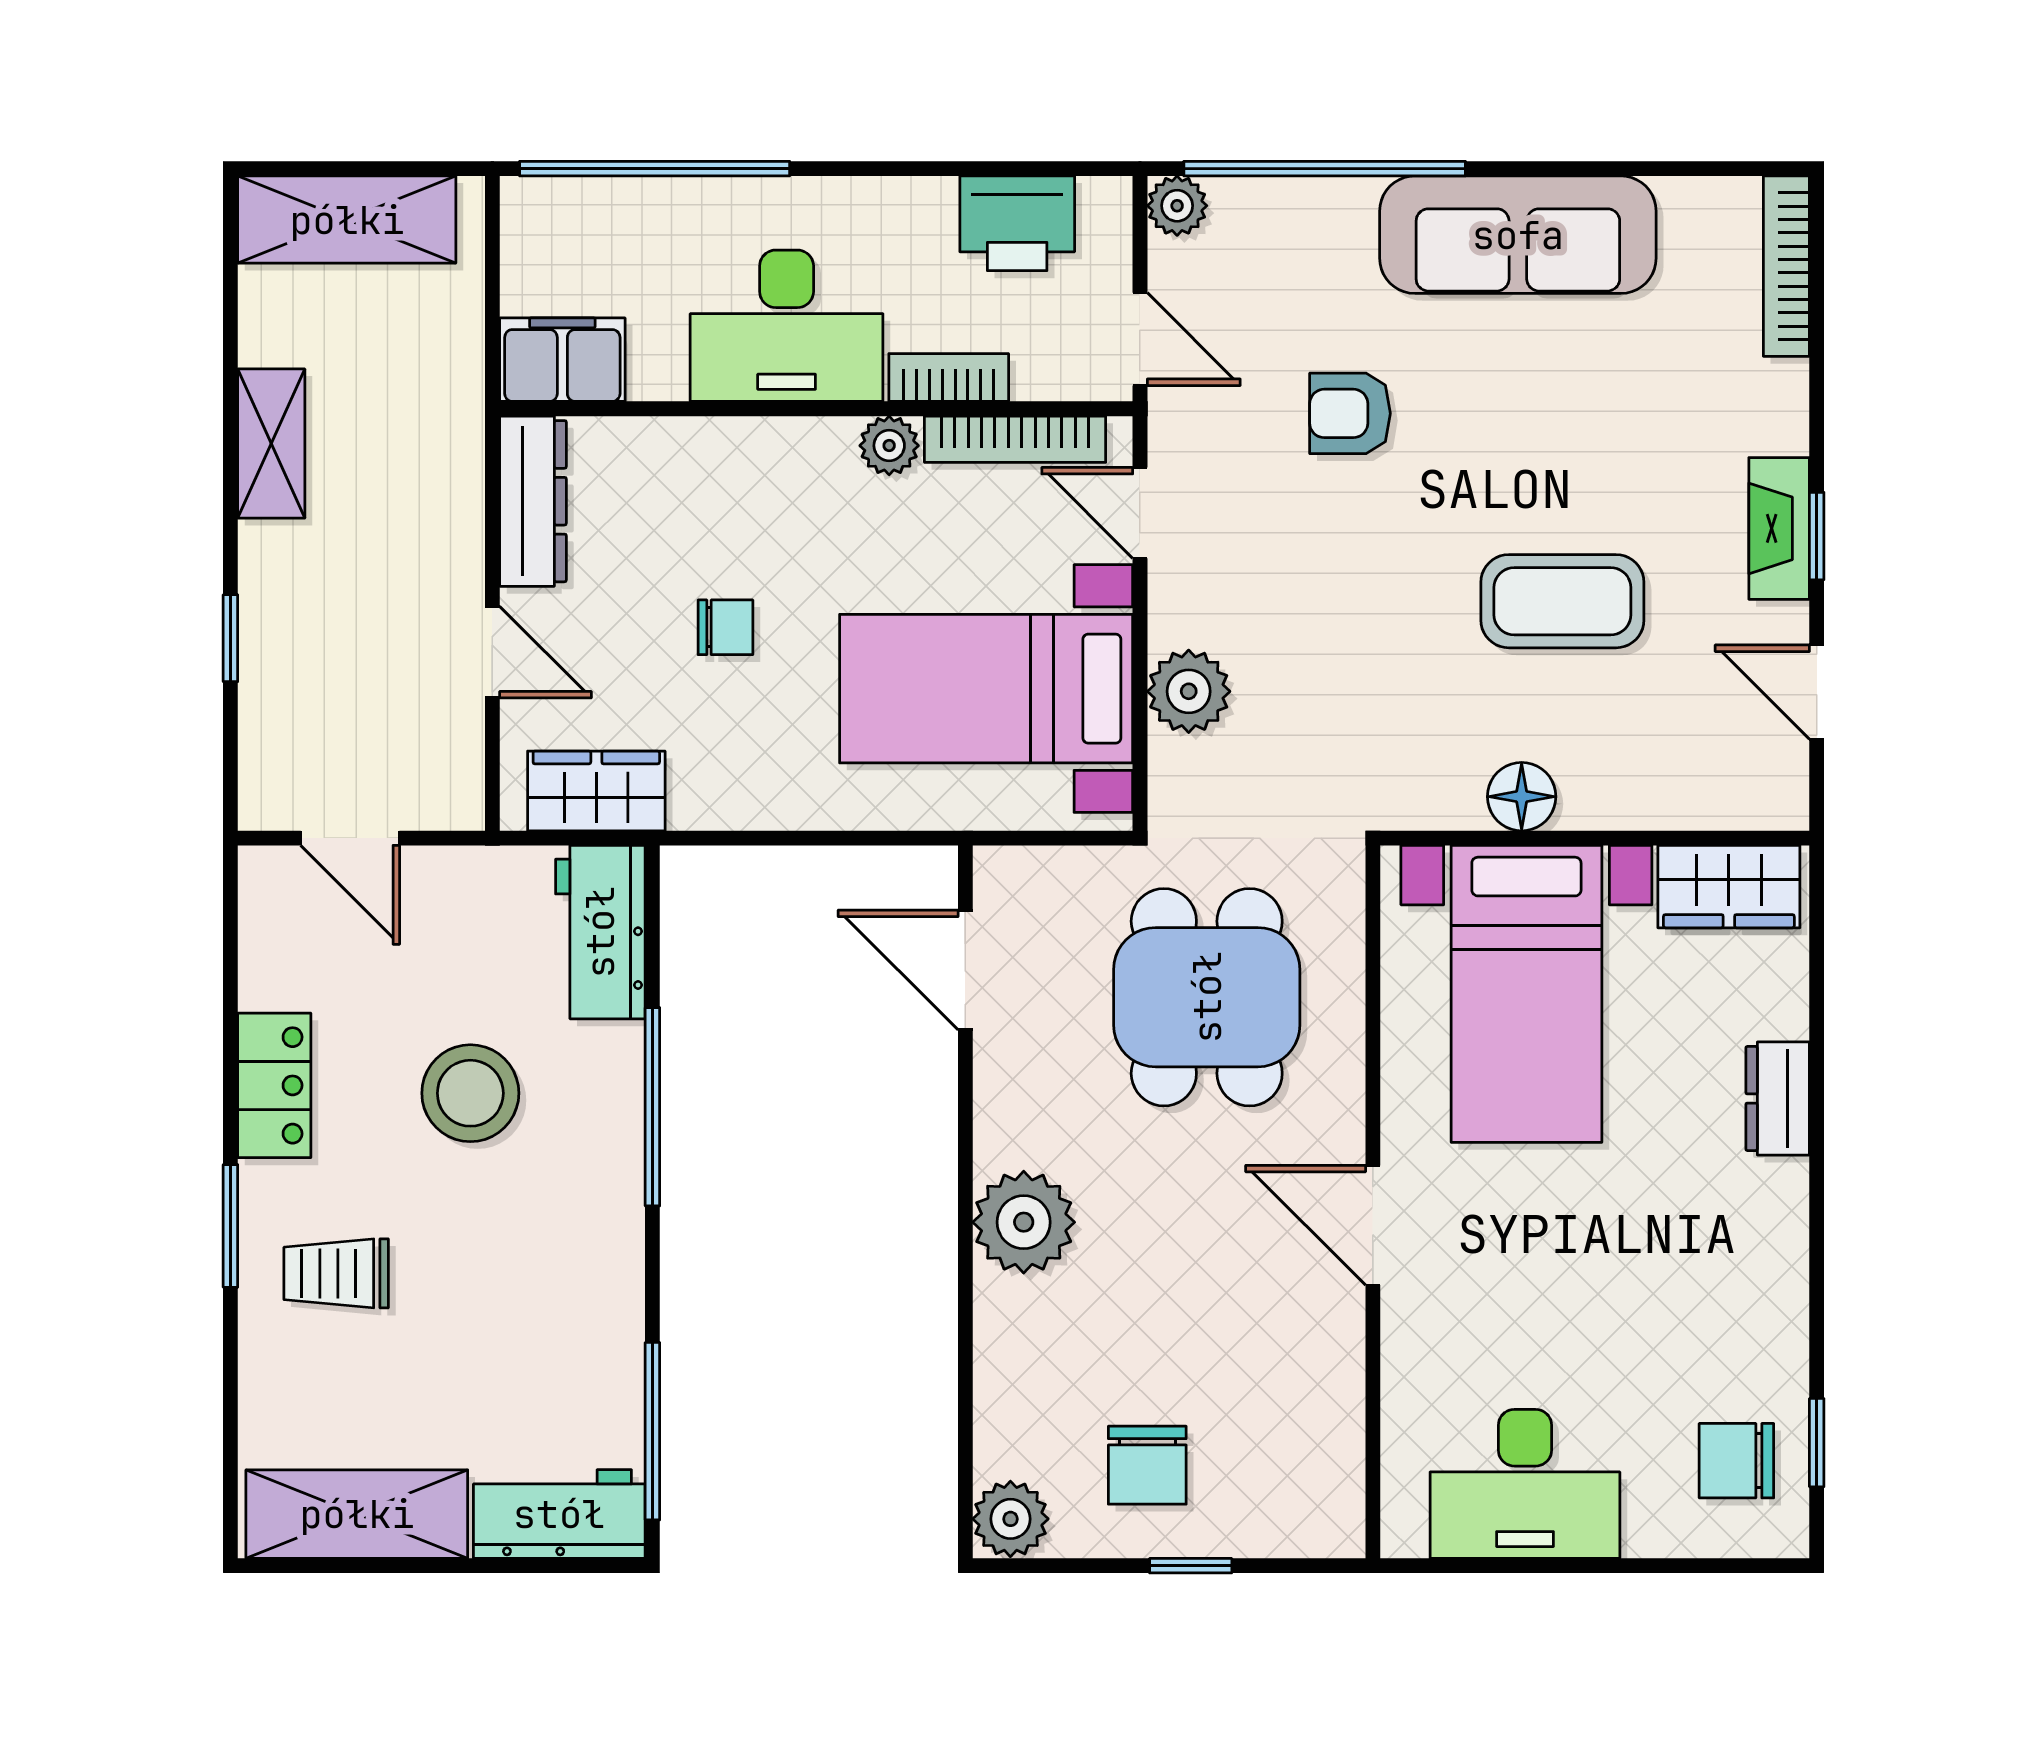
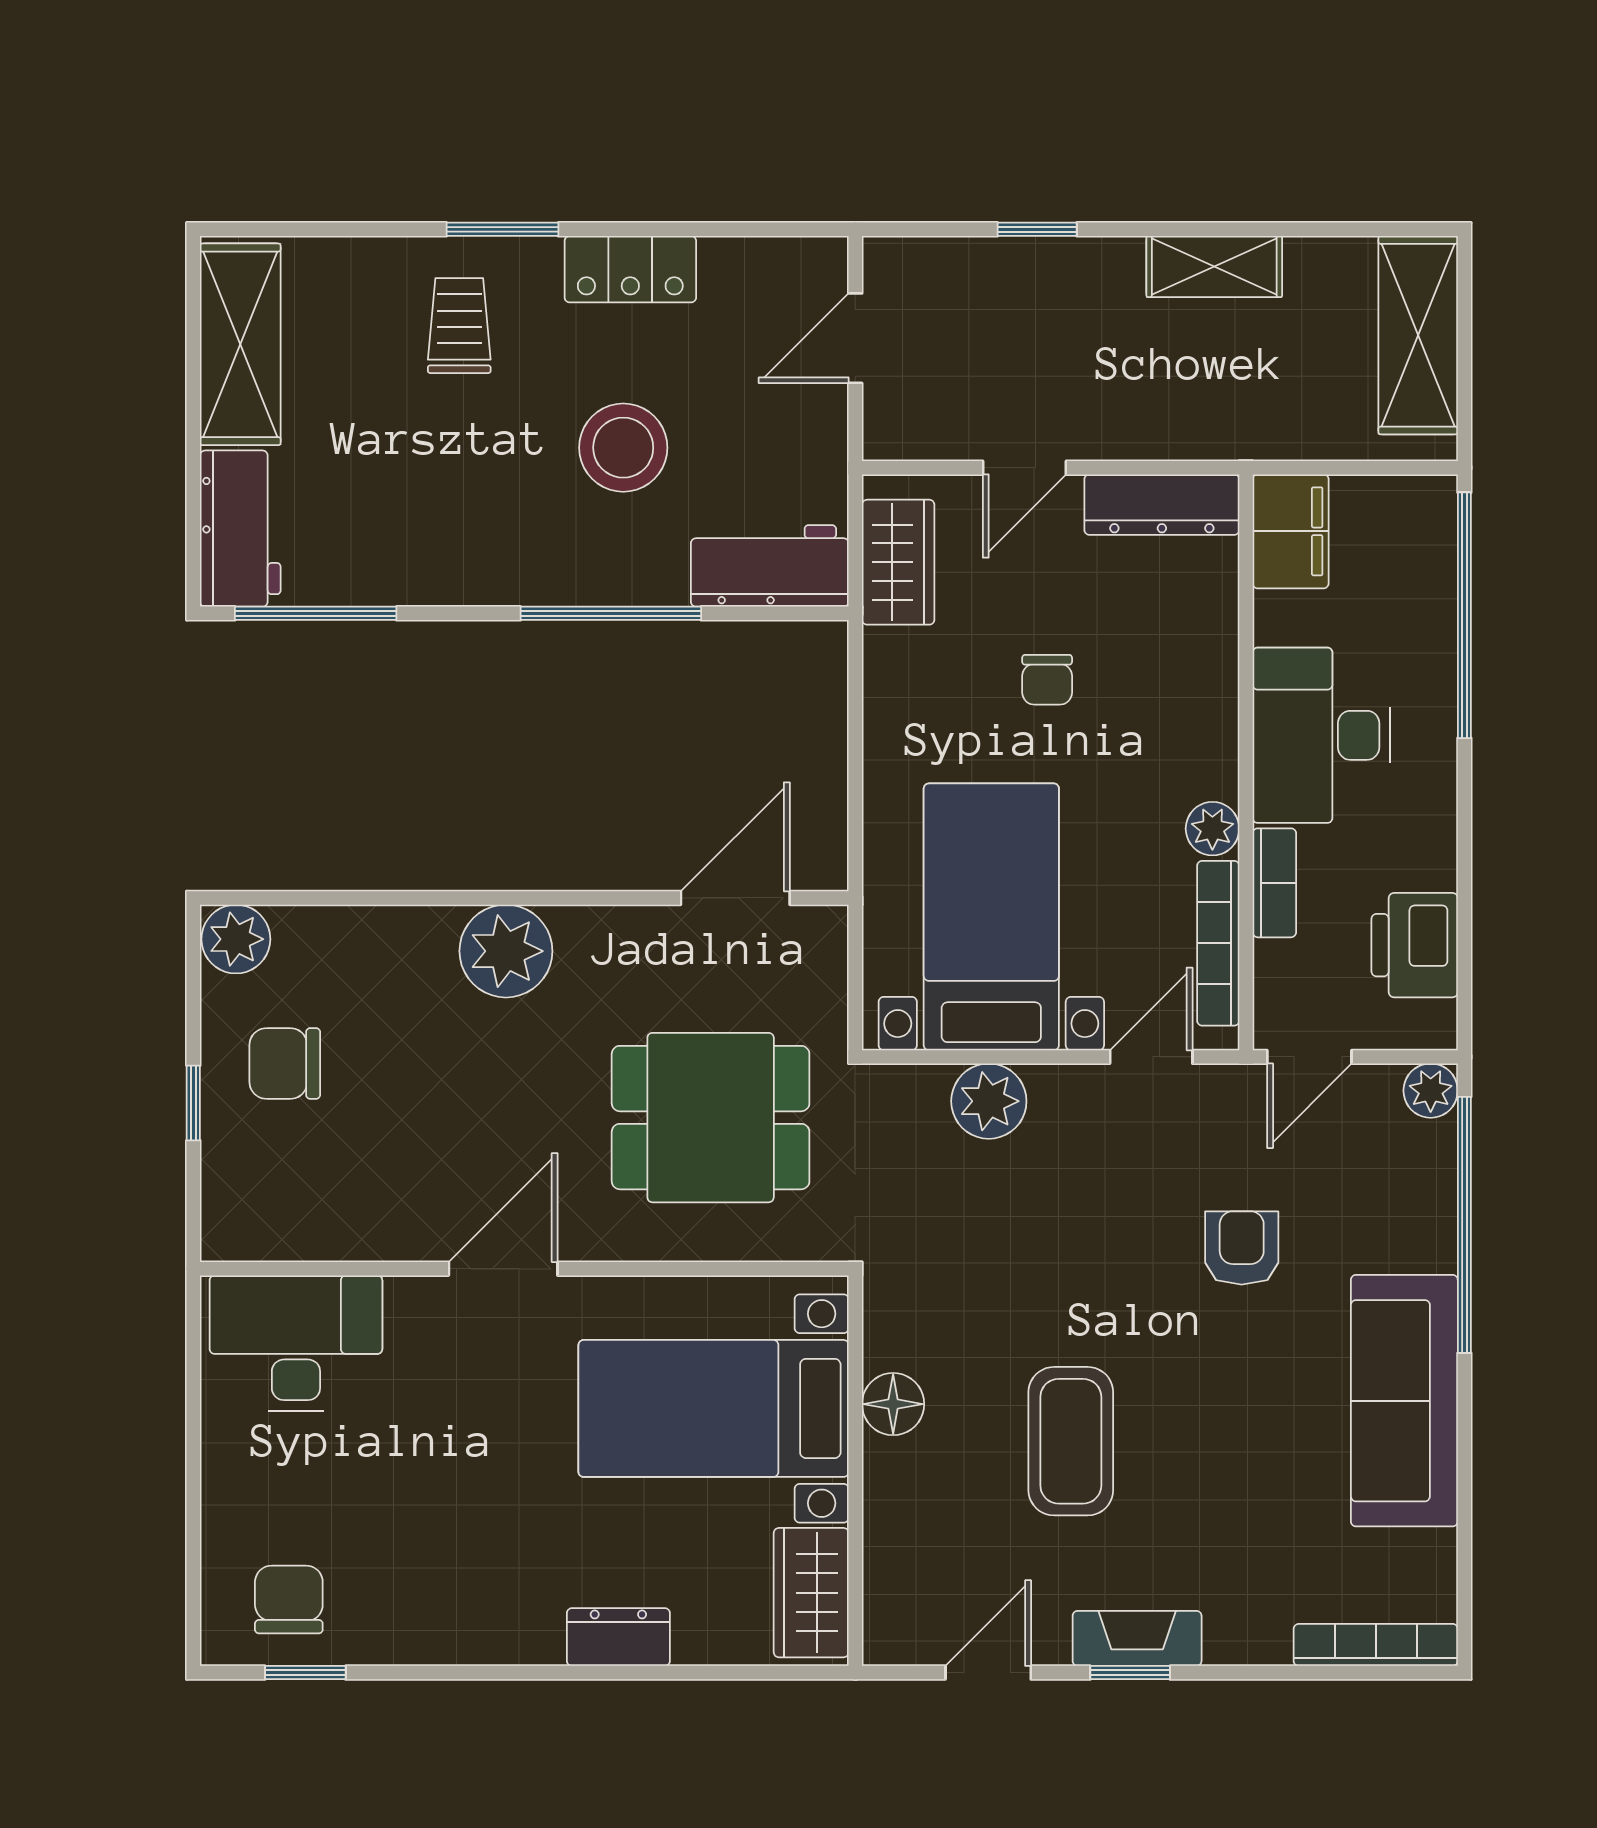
desk: (1525, 1484) -> (296, 1343), moved, turned 90

